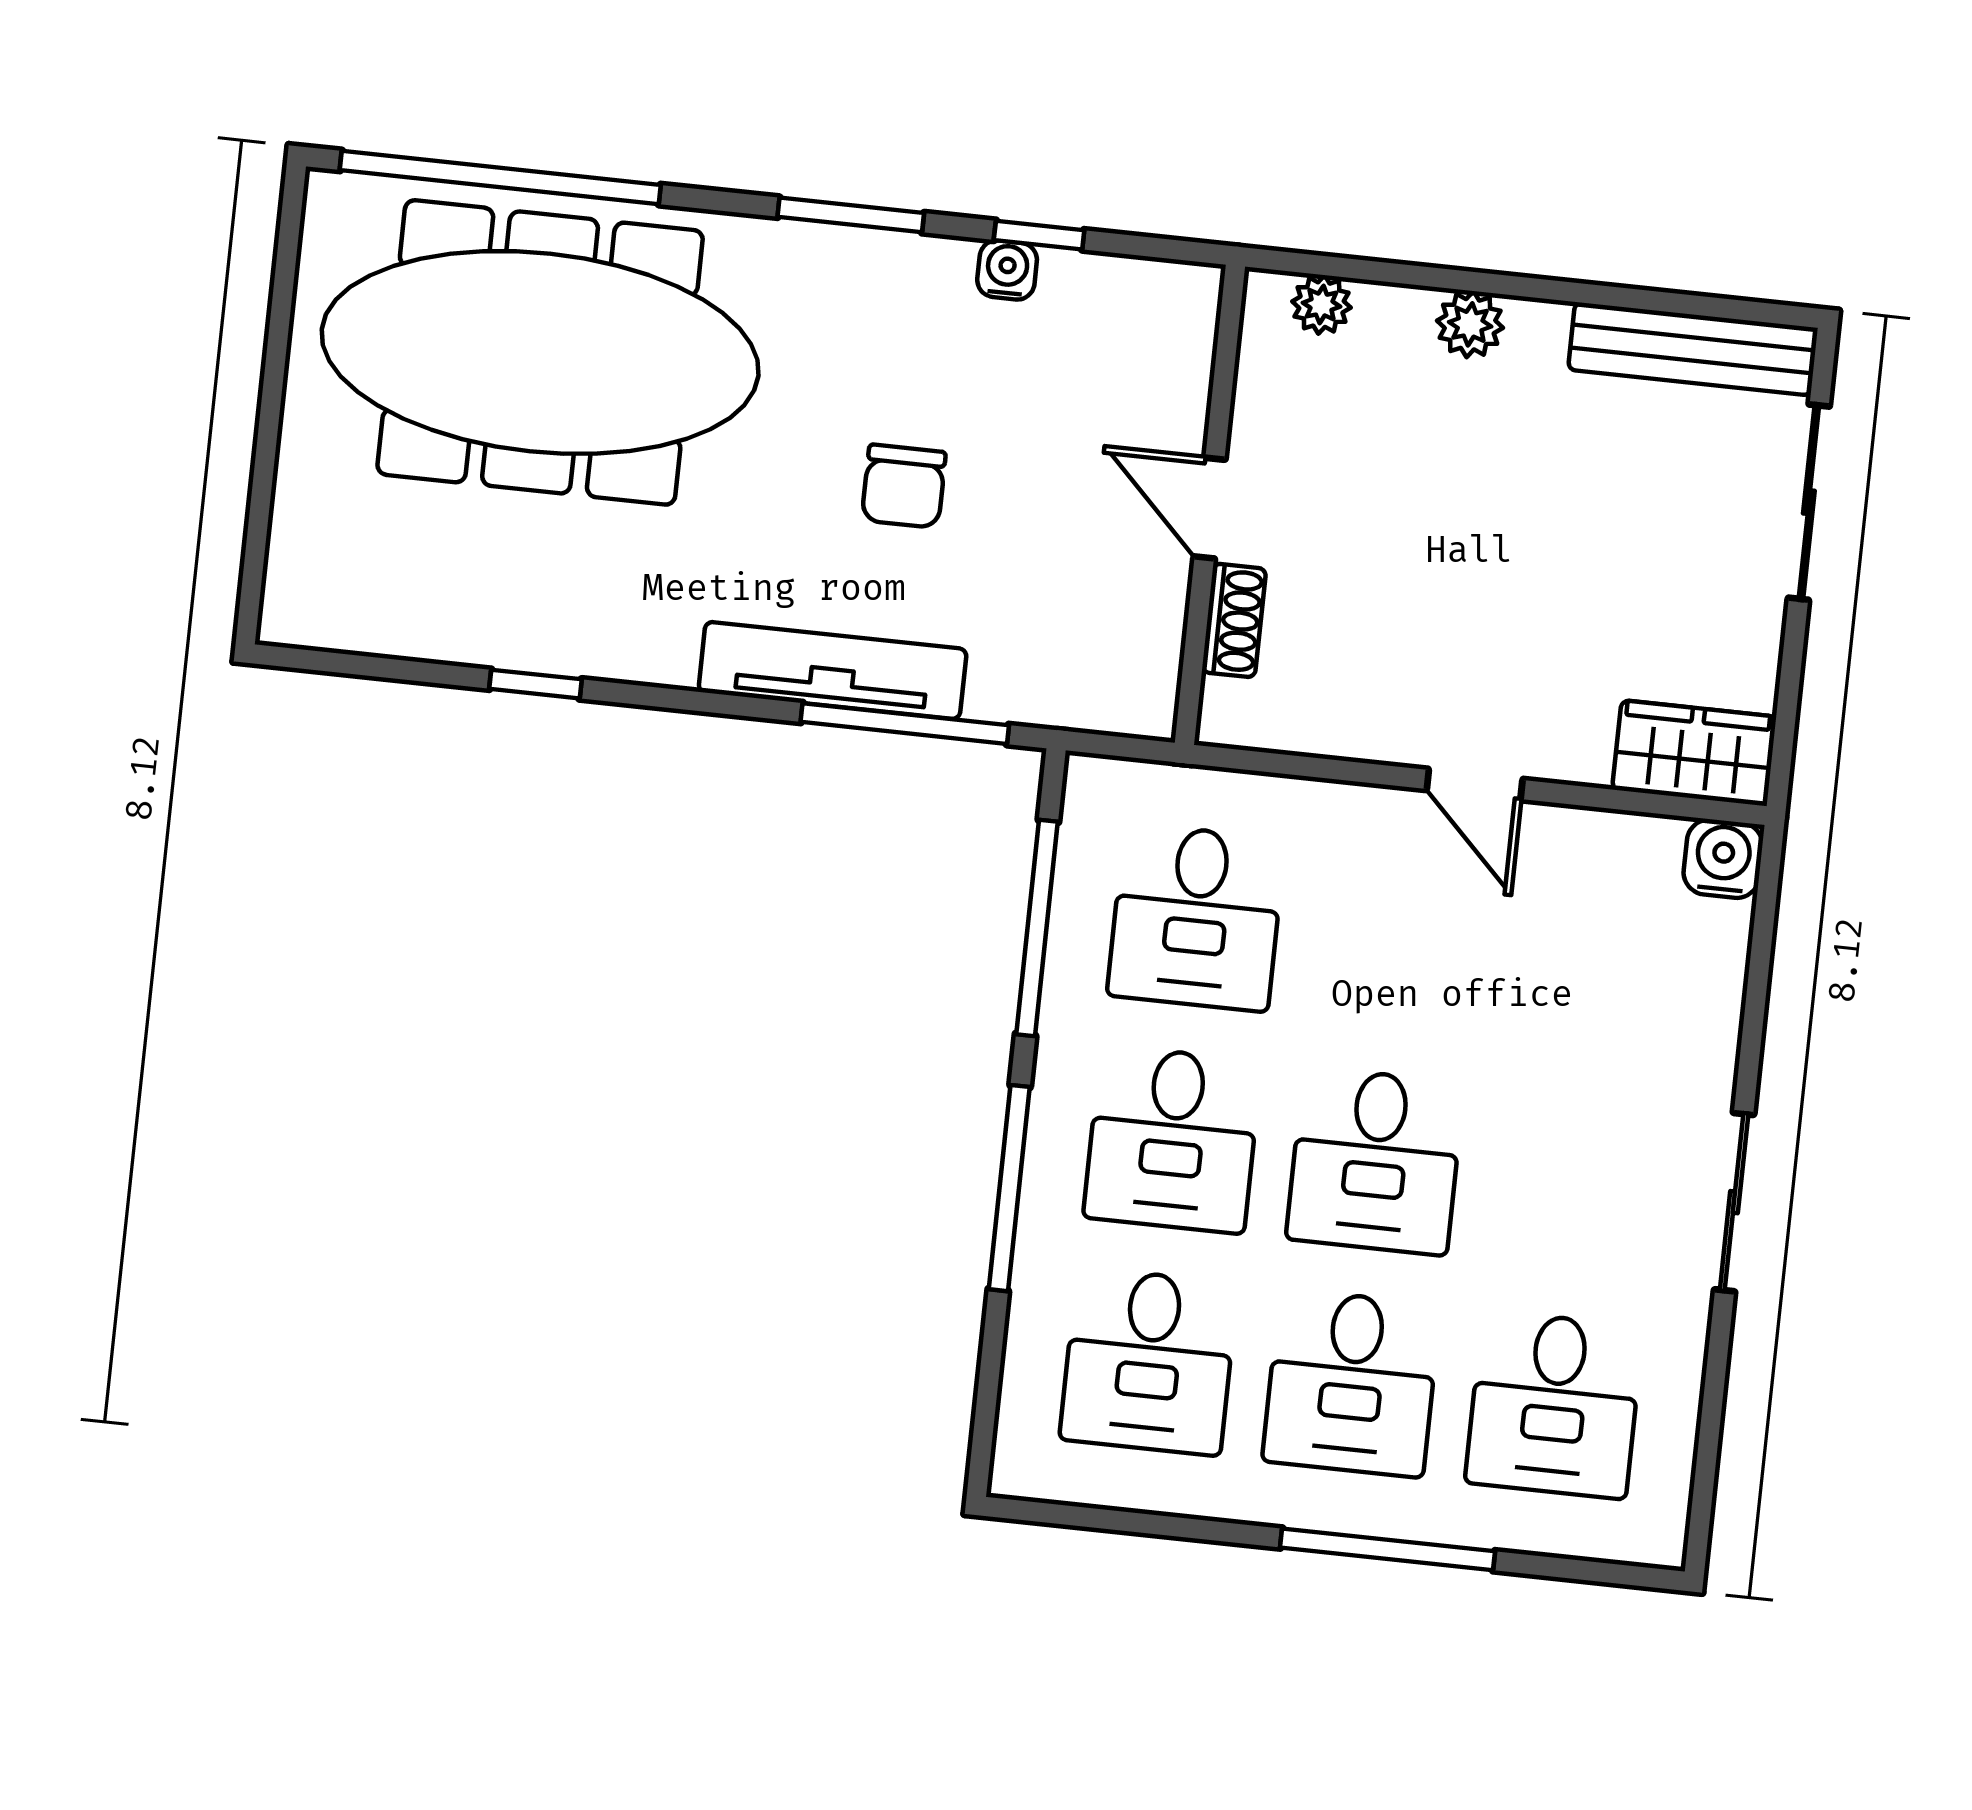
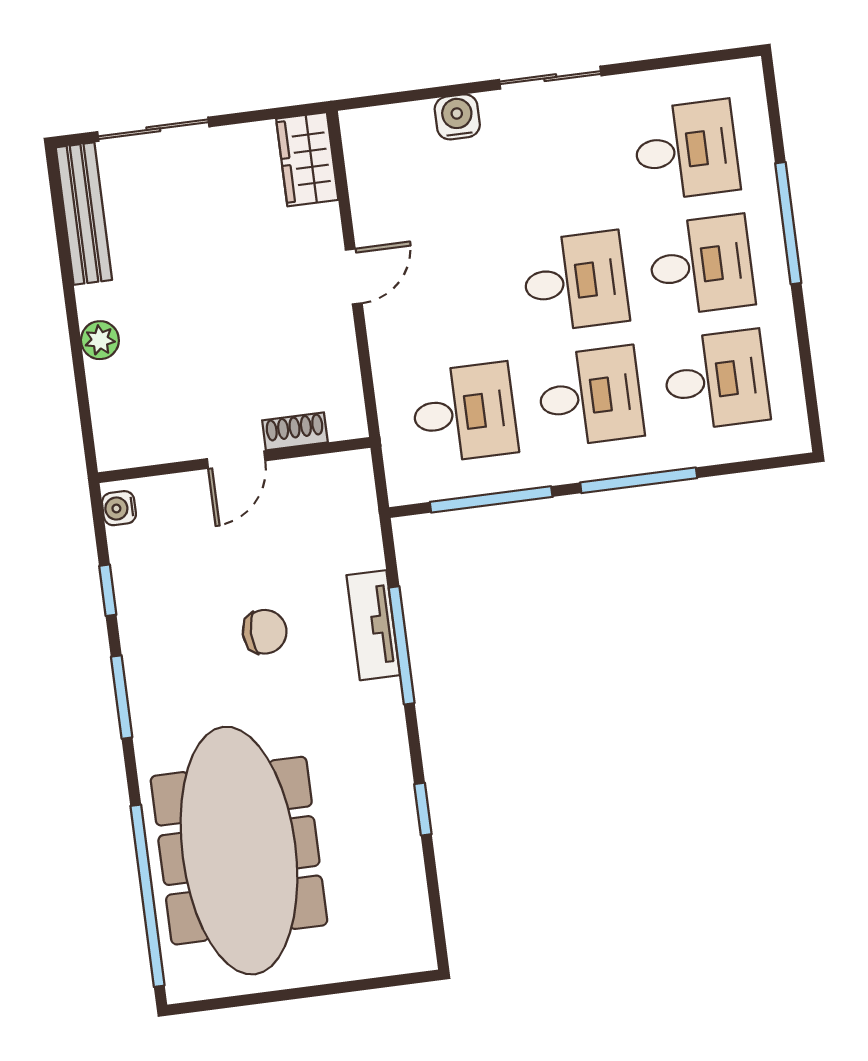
water cooler: (1007, 270) -> (119, 508), moved
plant: (1322, 305) -> (109, 425), removed
tv unit: (833, 670) -> (373, 625), width x0.71
window: (905, 724) -> (402, 645), moved
water cooler: (1723, 859) -> (457, 117), moved, turned 90

